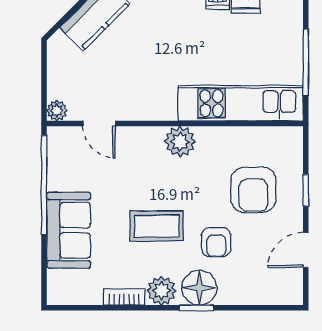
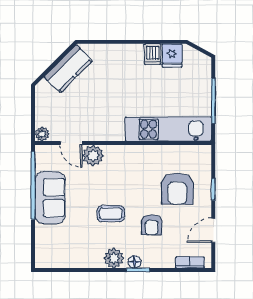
plant: (180, 142) -> (93, 156), moved
coffee table: (157, 226) -> (111, 214), width x0.73, depth x0.77
sofa: (69, 230) -> (50, 198), moved
floor lamp: (199, 288) -> (134, 262), width x0.53, depth x0.53
bookcase: (124, 297) -> (190, 262), moved

